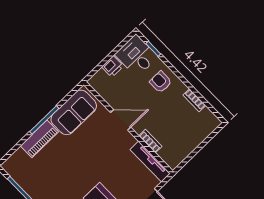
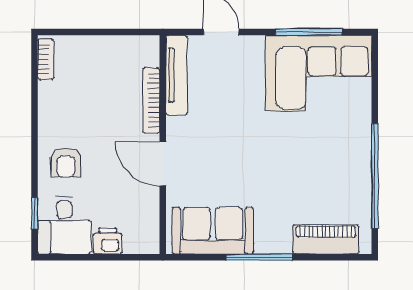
bookcase: (194, 100) -> (46, 59), moved
piano: (39, 139) -> (326, 239), moved
bookcase: (150, 141) -> (151, 101), width x1.56

